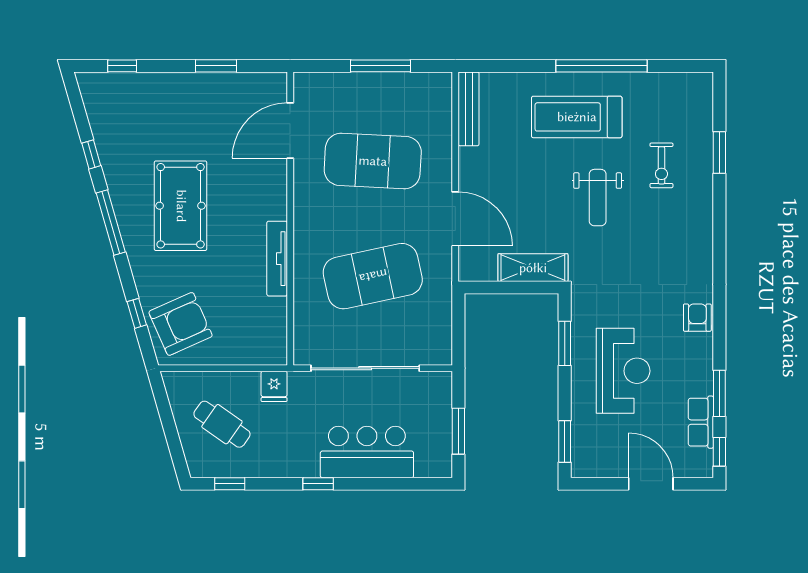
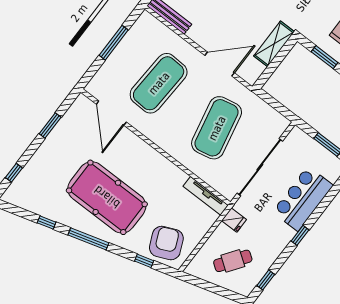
pool table: (181, 206) -> (107, 197), width x1.36, depth x1.32
tv unit: (277, 259) -> (206, 196), moved

